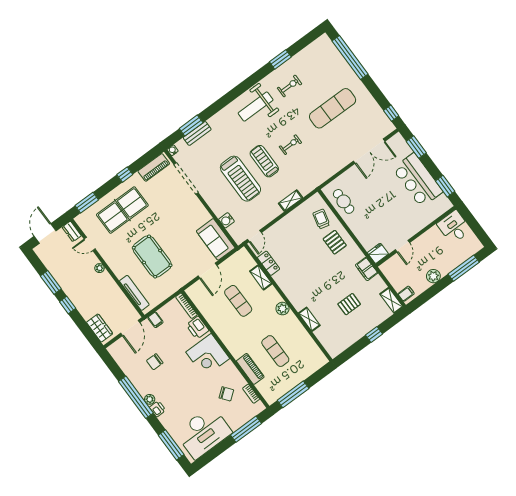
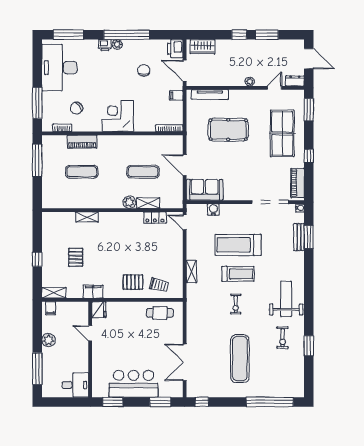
plant: (282, 309) -> (129, 202), moved
printer: (197, 328) -> (175, 49), moved, turned -90

